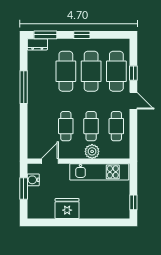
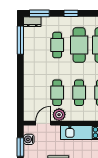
cafe table: (66, 71) -> (57, 45), width x0.73, depth x0.74
window: (24, 87) -> (20, 40), moved
plant: (92, 151) -> (59, 115), moved

